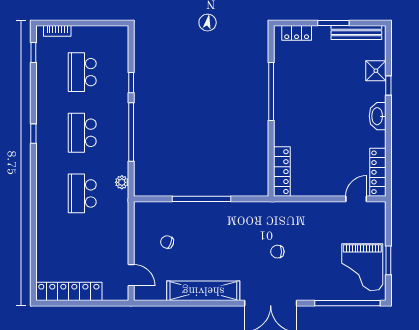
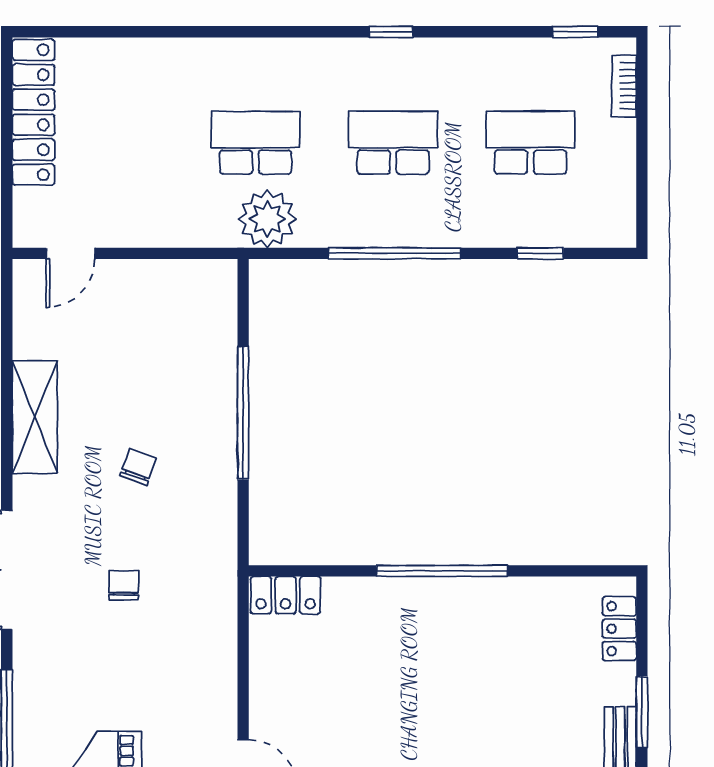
window: (131, 83) -> (540, 253), moved
window: (271, 91) -> (442, 571), moved
locker: (282, 172) -> (286, 595), width x0.66
plant: (122, 182) -> (267, 219), width x1.87, depth x1.87
chair: (167, 242) -> (138, 467), moved
shelving: (203, 291) -> (35, 417), width x0.68

